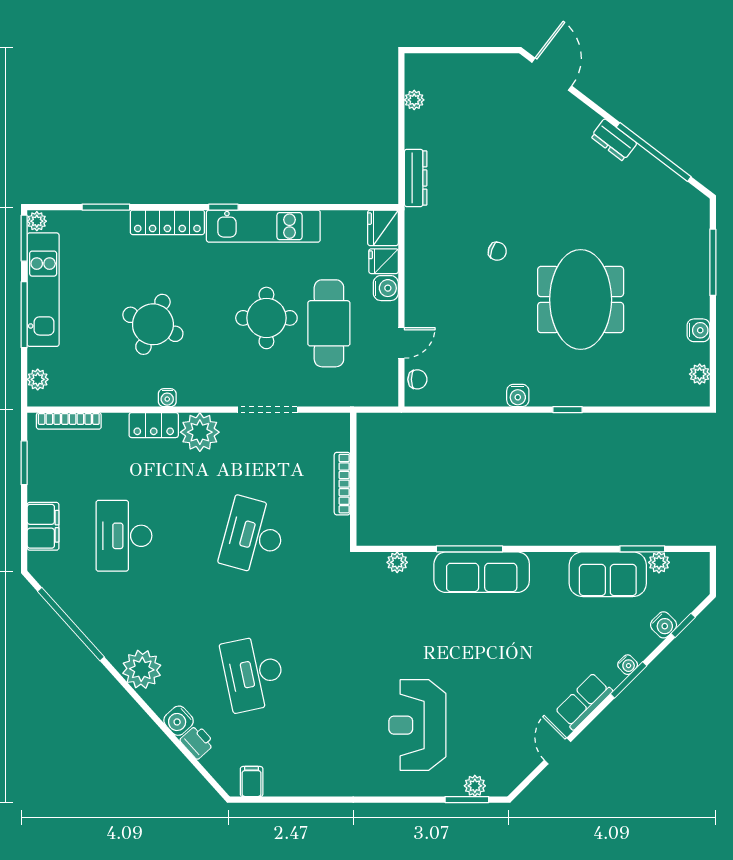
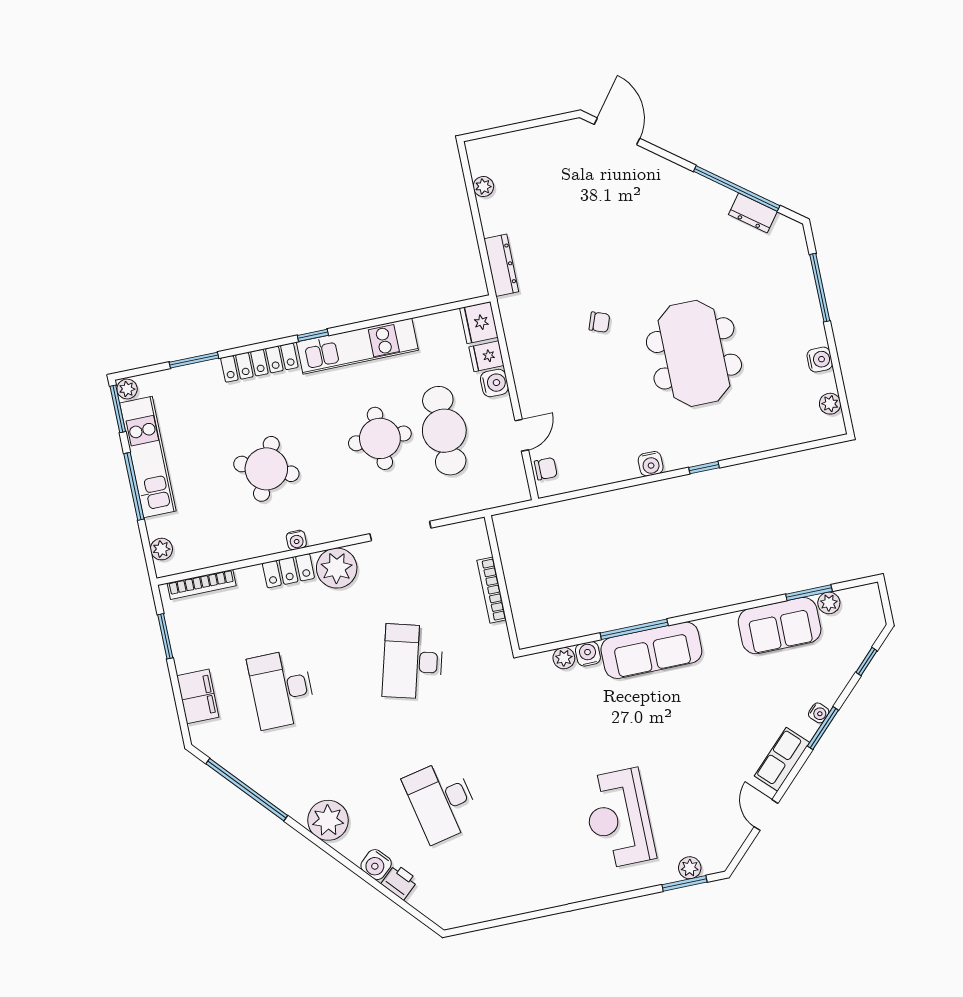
dresser: (614, 140) -> (753, 213), moved
water cooler: (664, 625) -> (588, 654), moved, turned -135
filing cabinet: (252, 781) -> (463, 911), removed

